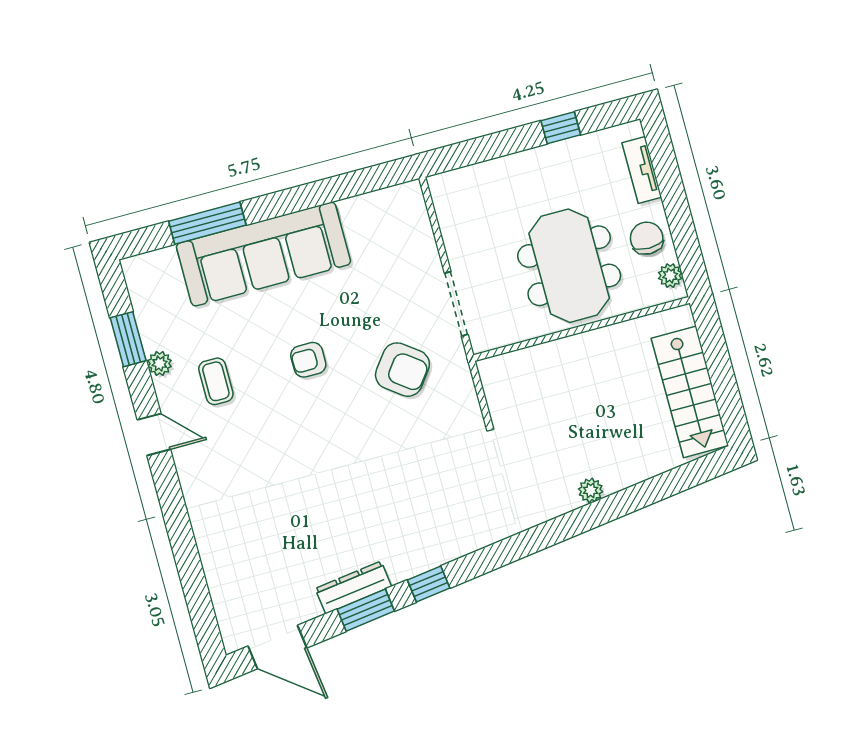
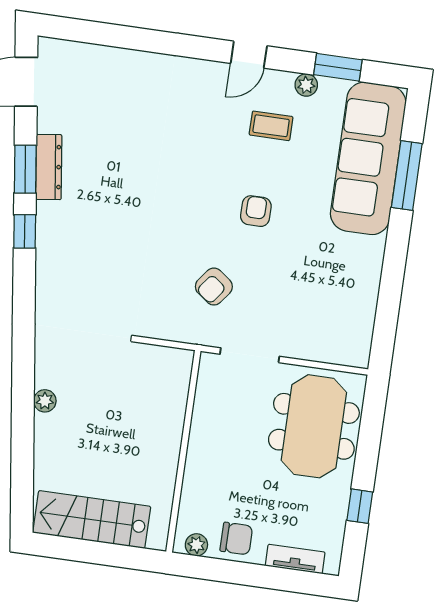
sofa: (263, 254) -> (368, 158), moved
meeting table: (569, 266) -> (314, 426), moved, turned 90
armchair: (402, 370) -> (214, 287), width x0.72, depth x0.72

